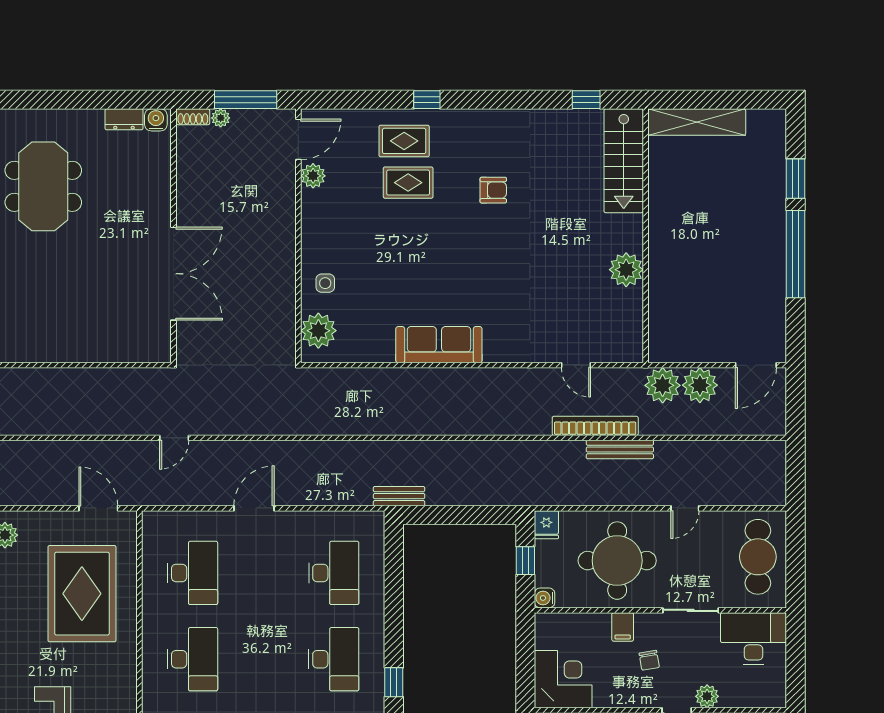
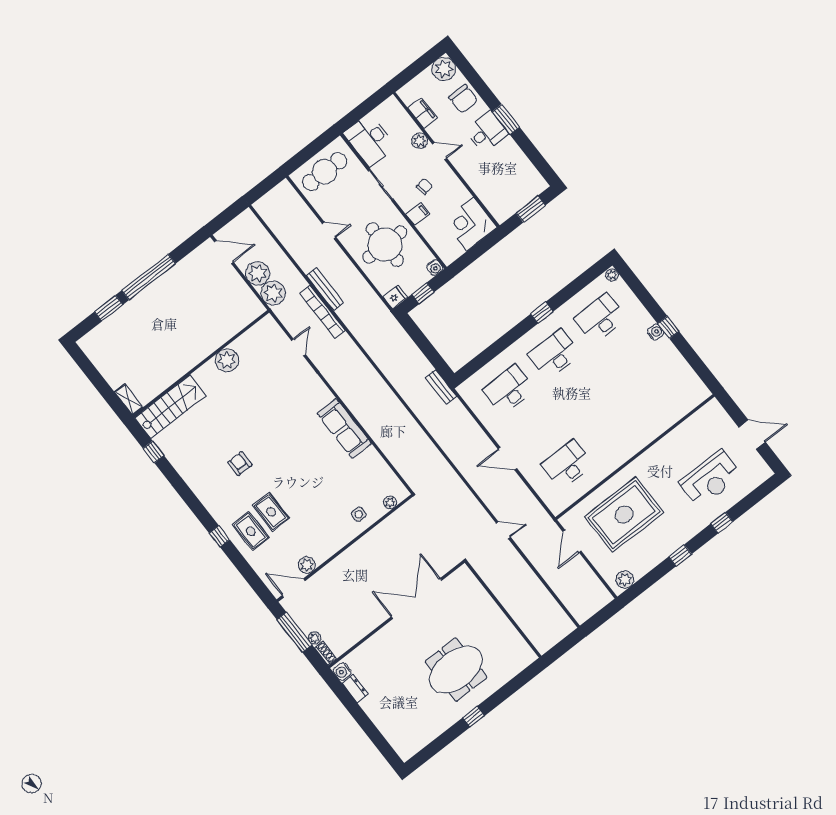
shelving: (697, 122) -> (129, 399), width x0.45, depth x0.75
meeting table: (43, 186) -> (456, 670), moved
plant: (318, 331) -> (390, 503), width x0.53, depth x0.53
desk: (193, 659) -> (613, 429), removed

